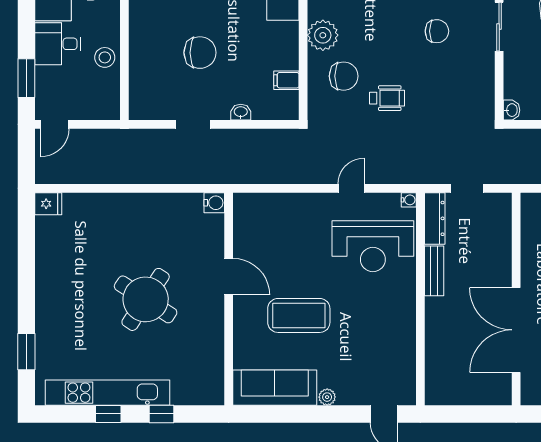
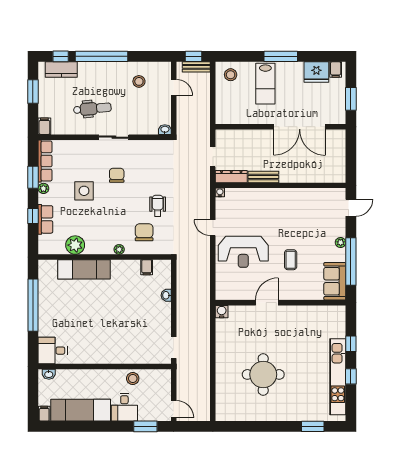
plant: (323, 35) -> (119, 249), width x0.53, depth x0.53
chair: (200, 53) -> (130, 320), removed
doorway: (193, 124) -> (174, 348), moved
fridge: (48, 204) -> (222, 413), removed
reception desk: (373, 246) -> (243, 252), moved, turned 90
round table: (146, 299) -> (263, 374), moved, turned -33
coffee table: (299, 315) -> (291, 260), width x0.54, depth x0.58
sofa: (275, 388) -> (335, 281), width x0.73
window: (296, 414) -> (351, 261), added

